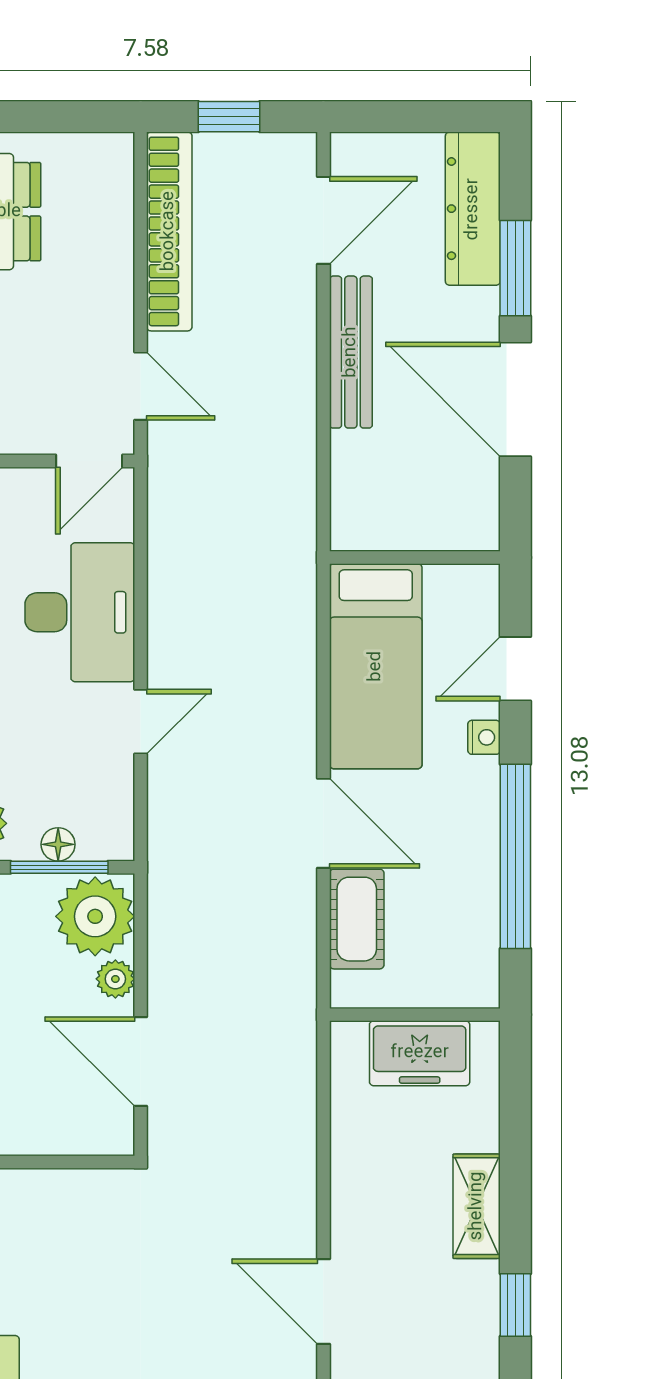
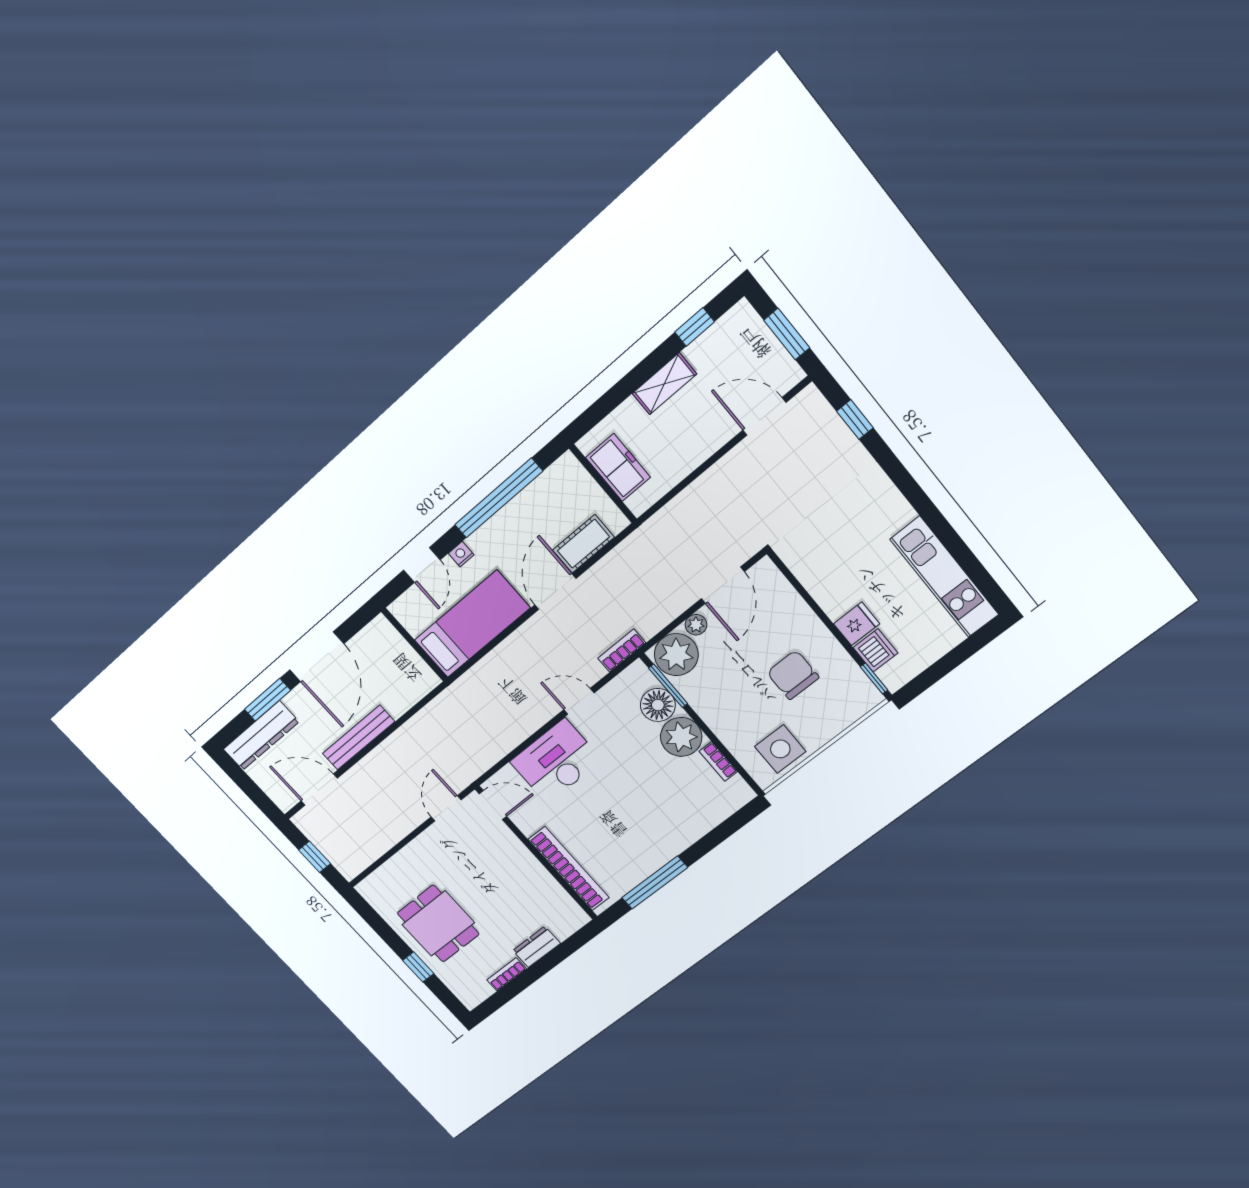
bookcase: (169, 231) -> (622, 651), moved, width x0.43, depth x0.76
door: (515, 669) -> (422, 565), hinge flipped
floor lamp: (58, 844) -> (658, 705), width x1.89, depth x1.89
door: (323, 1302) -> (764, 416), swing flipped

